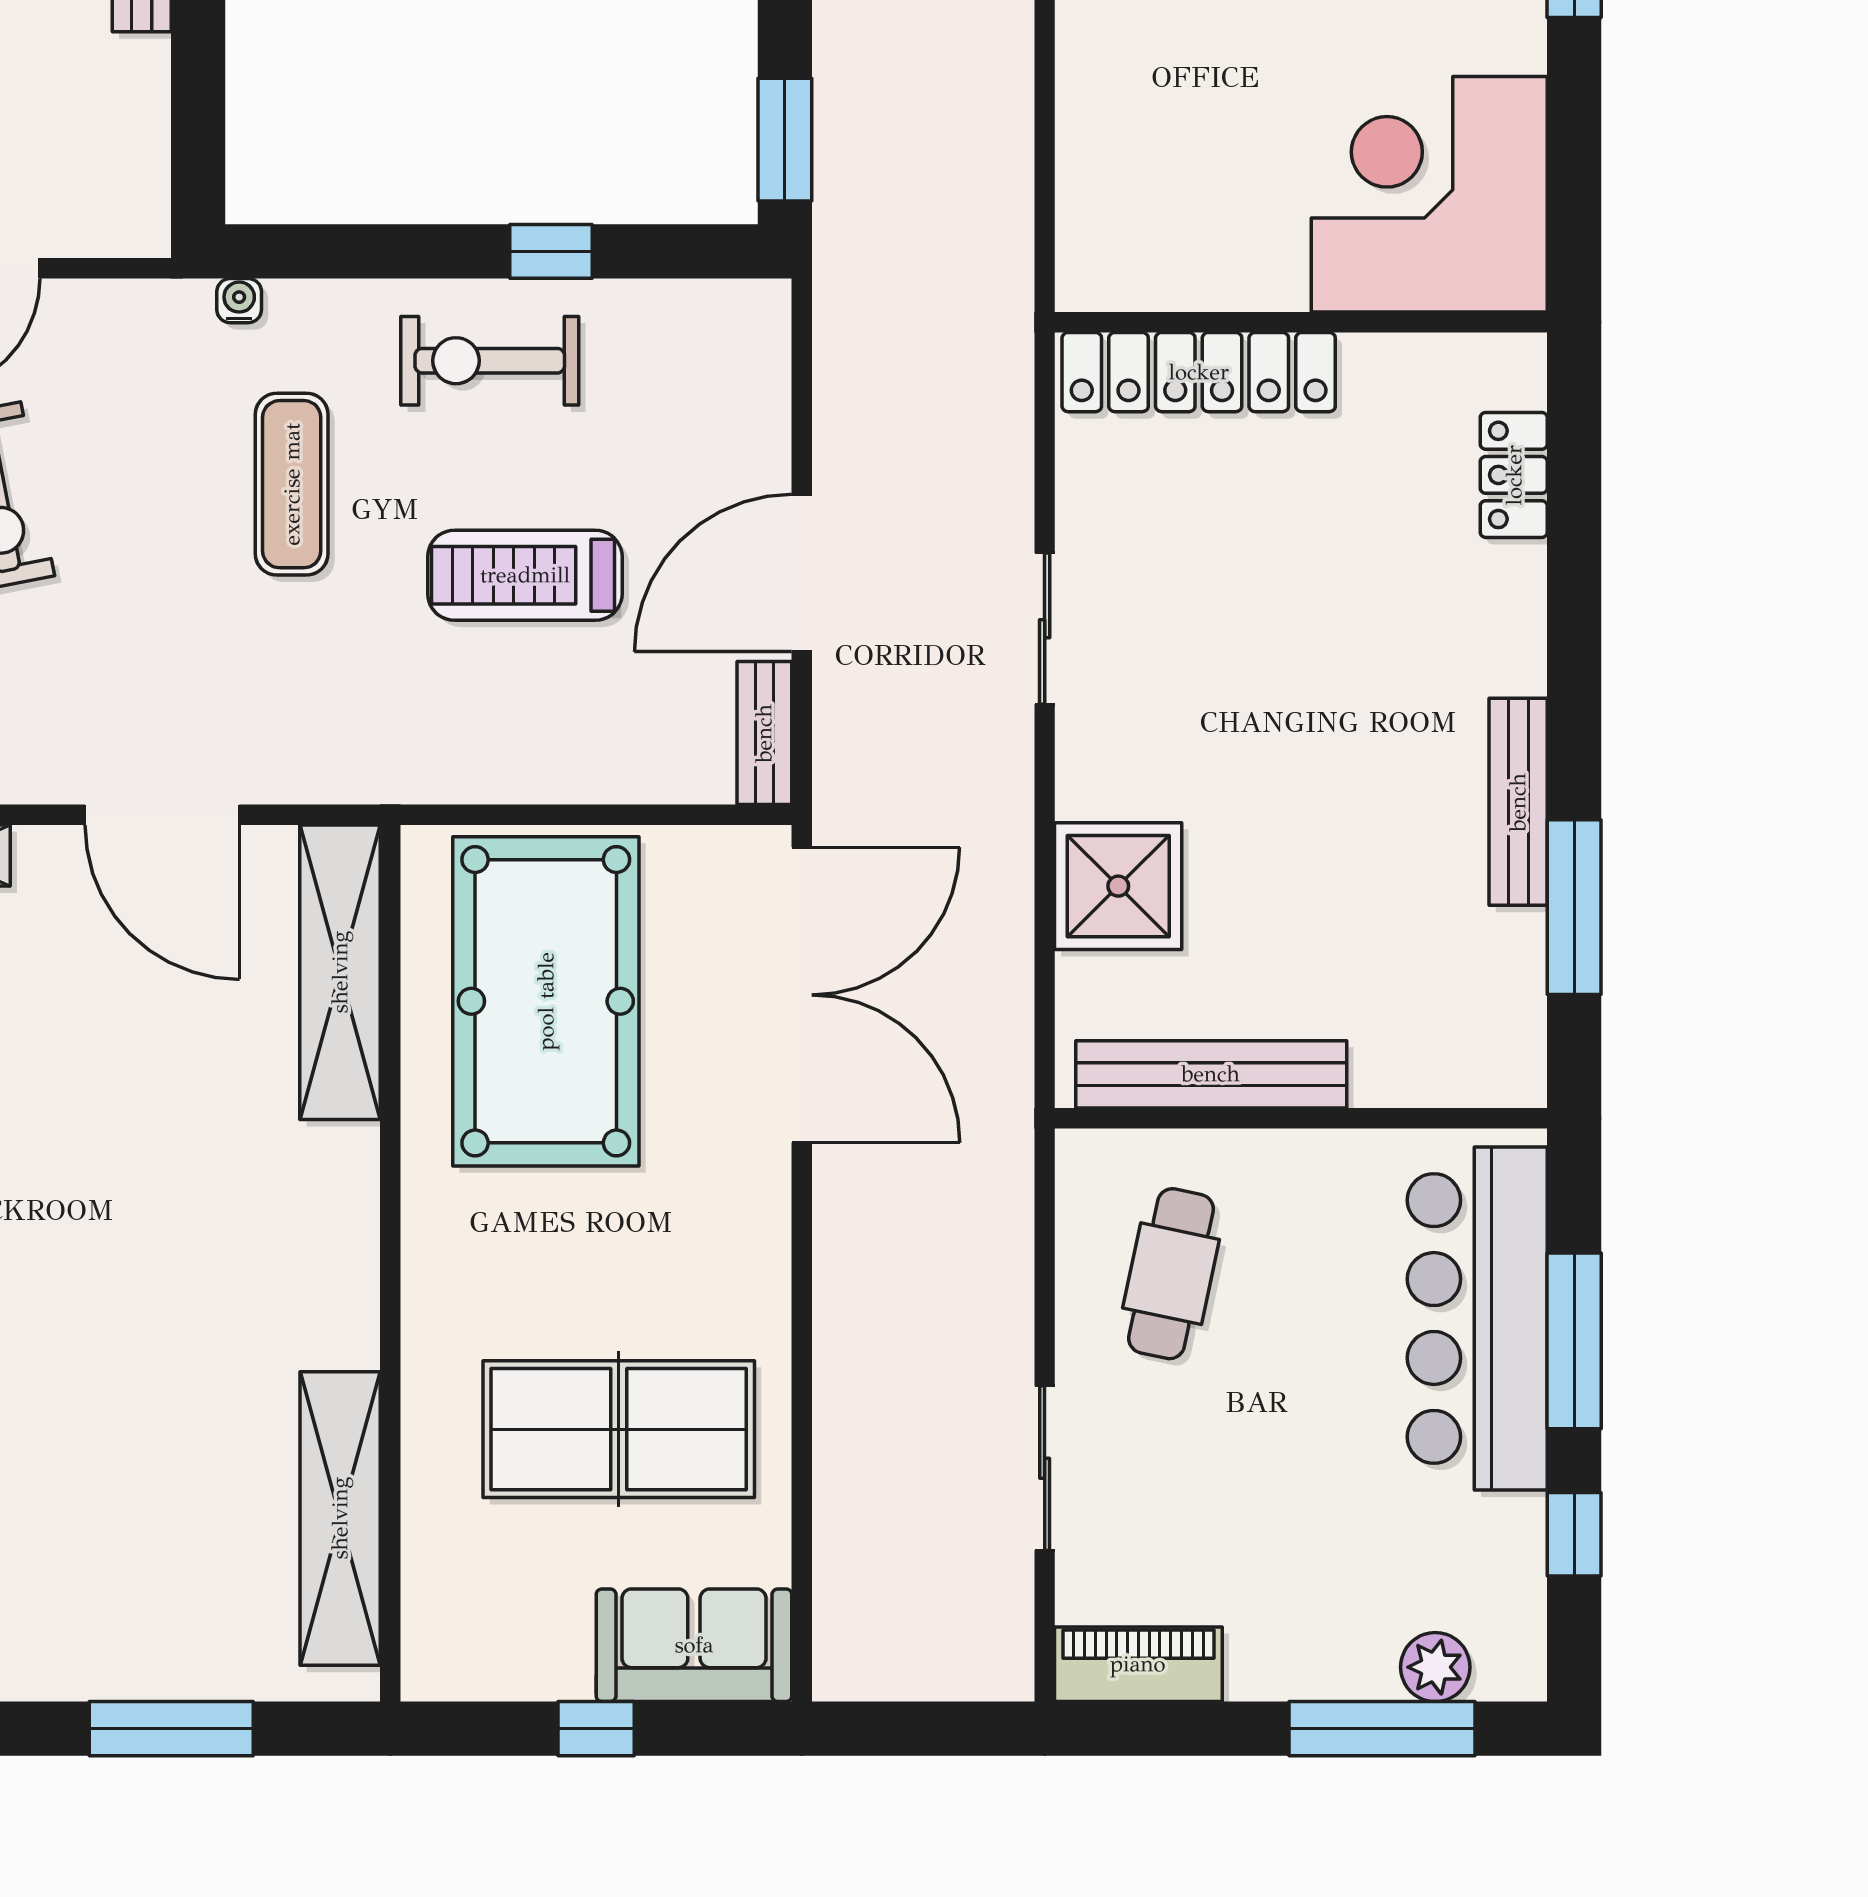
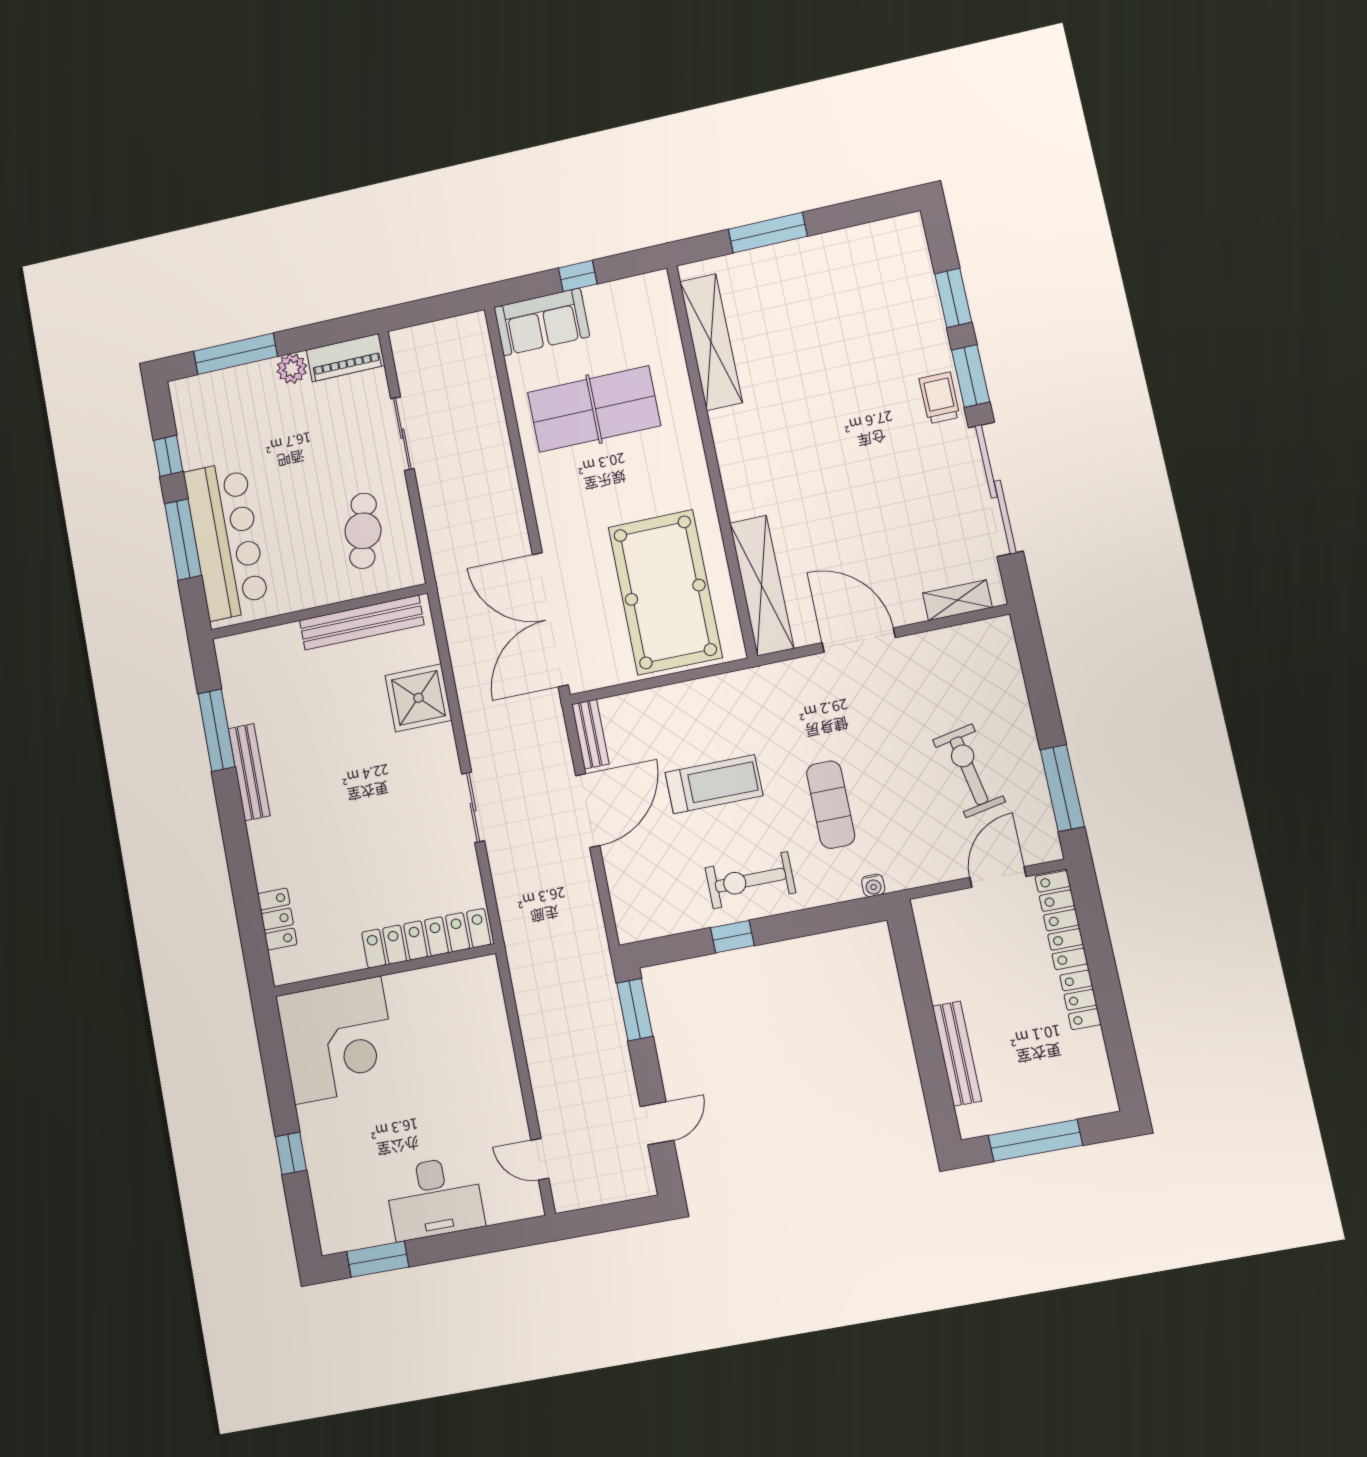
exercise bike: (490, 361) -> (750, 880), turned 180
plant: (1435, 1667) -> (292, 369), moved

